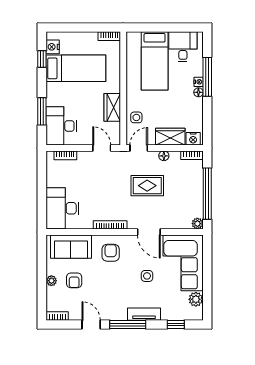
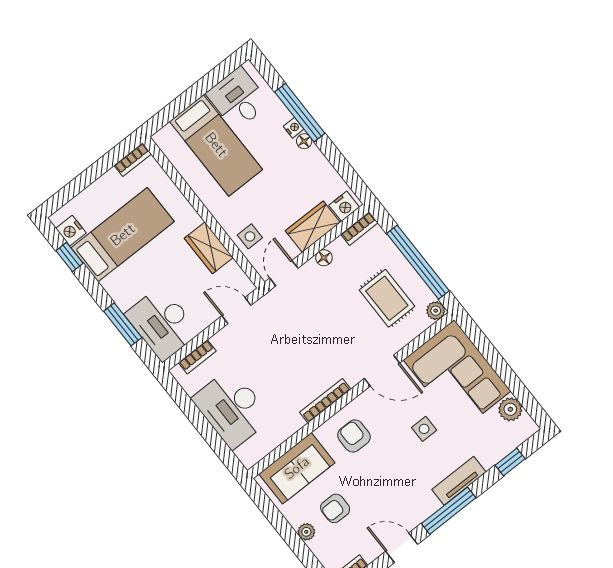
rug: (147, 186) -> (387, 298), moved, turned 90
desk: (62, 208) -> (232, 408), moved
armchair: (74, 280) -> (335, 508), turned 90

